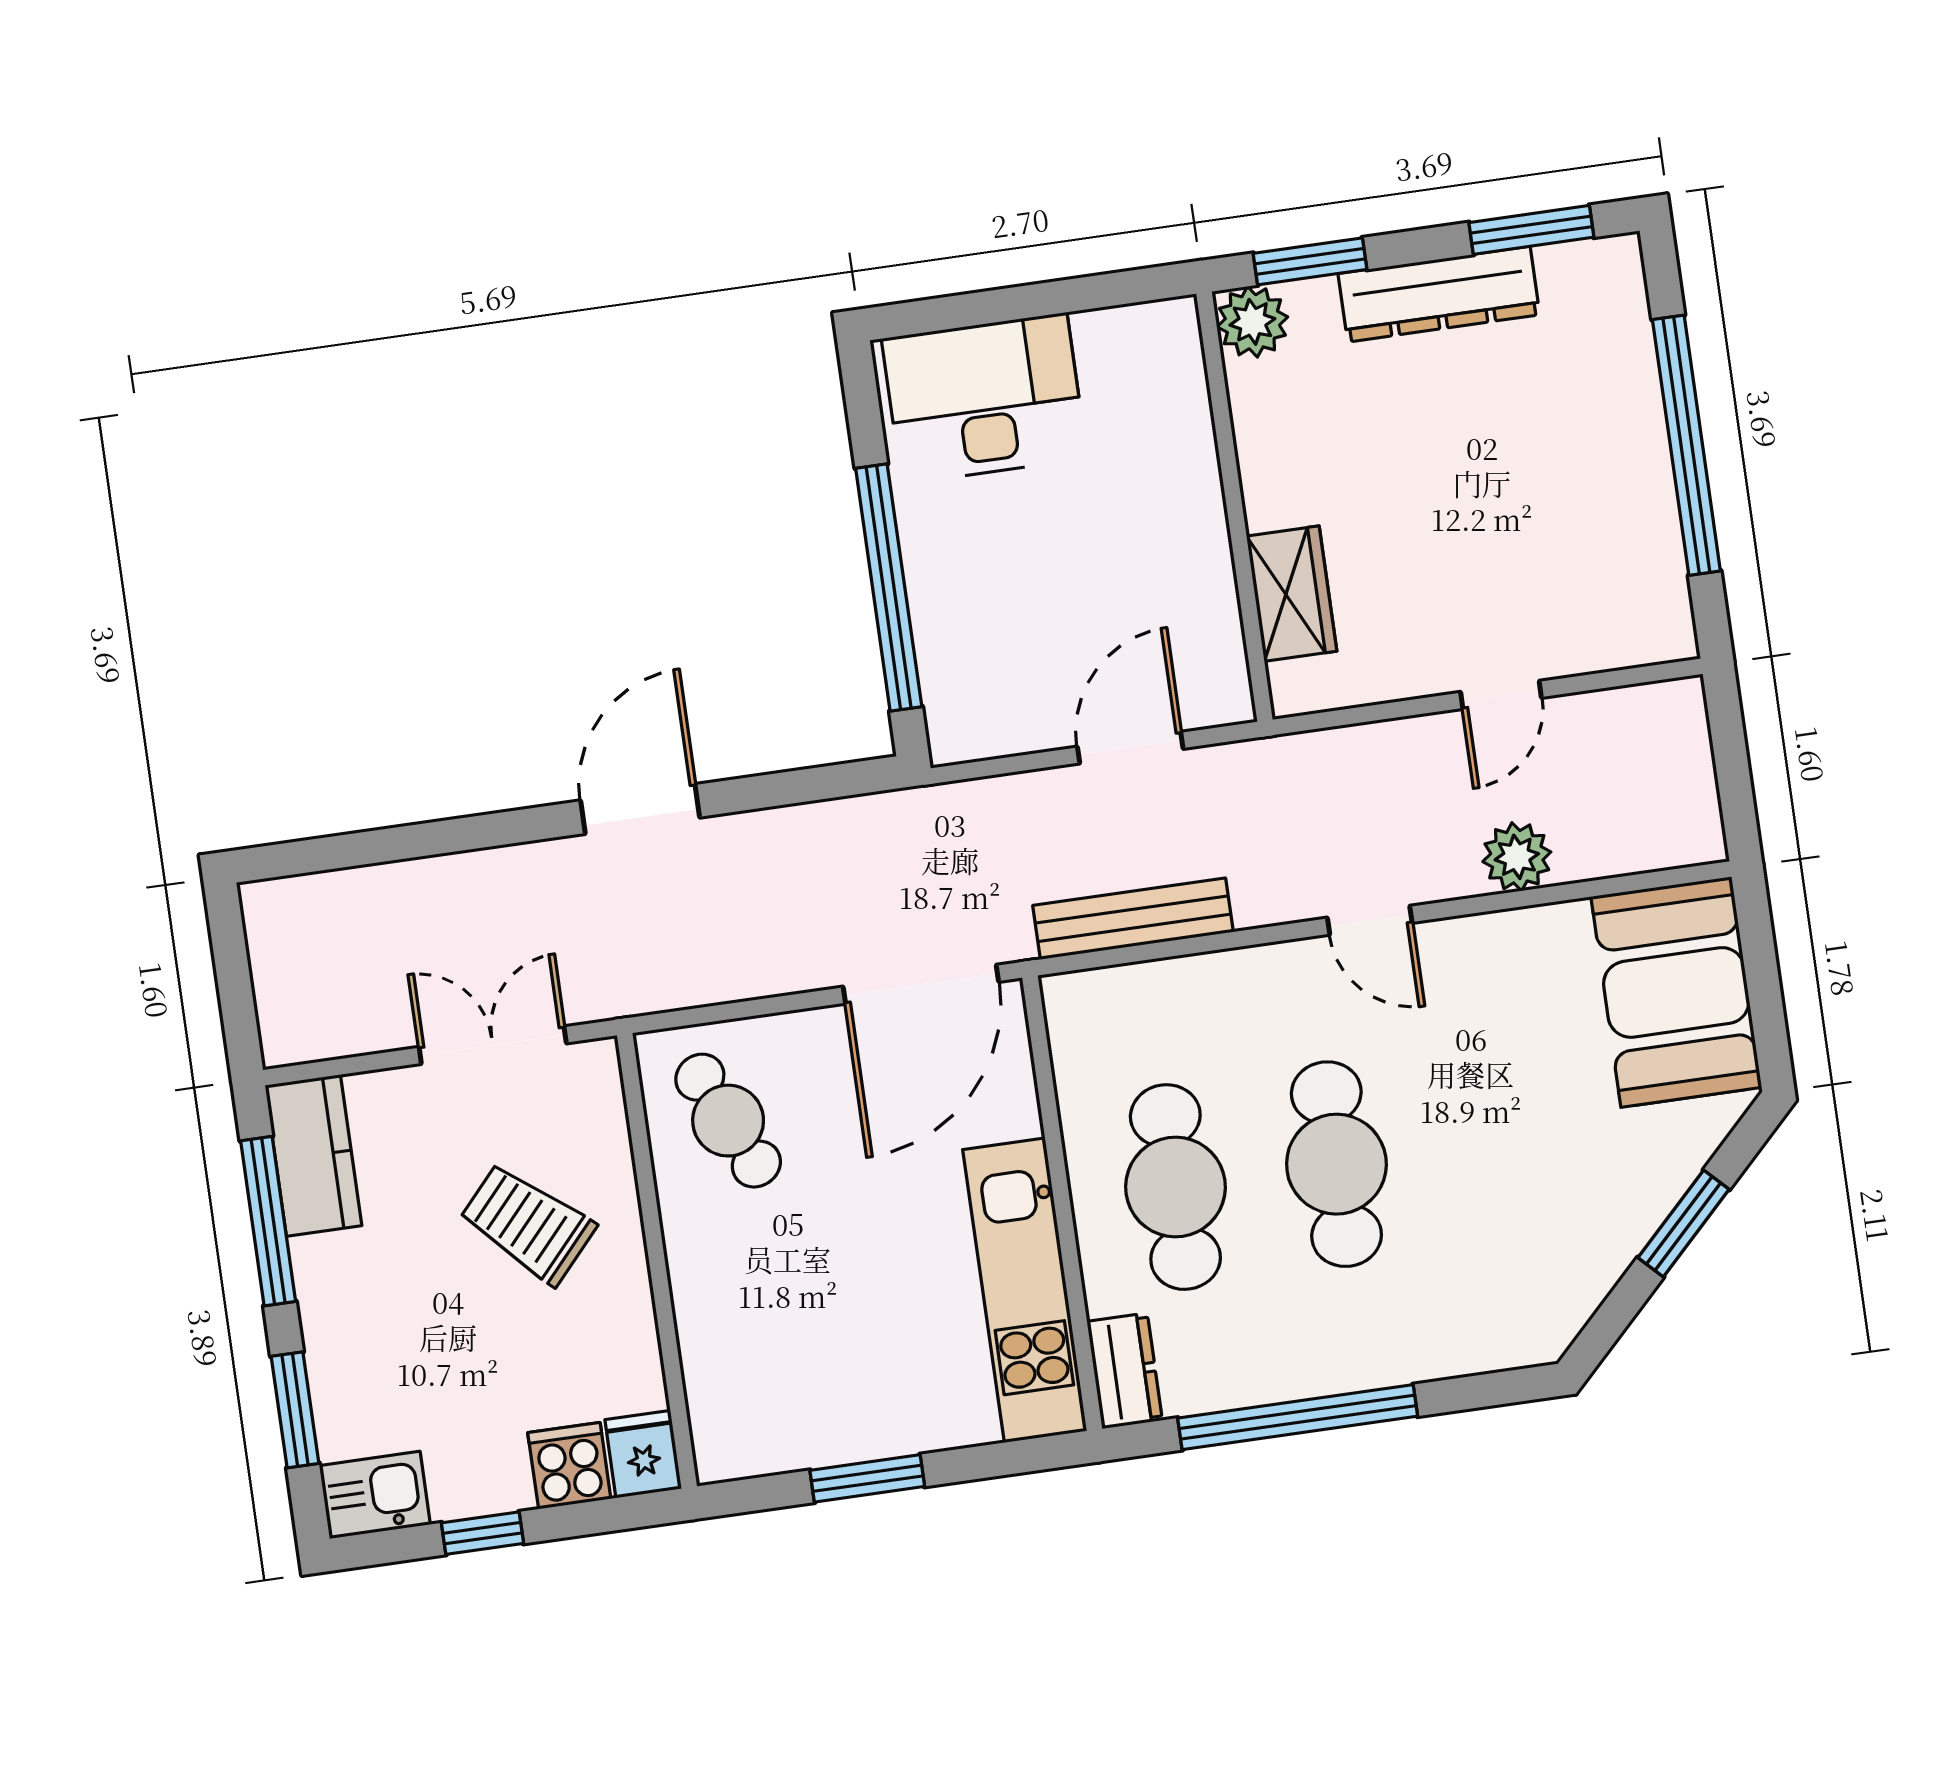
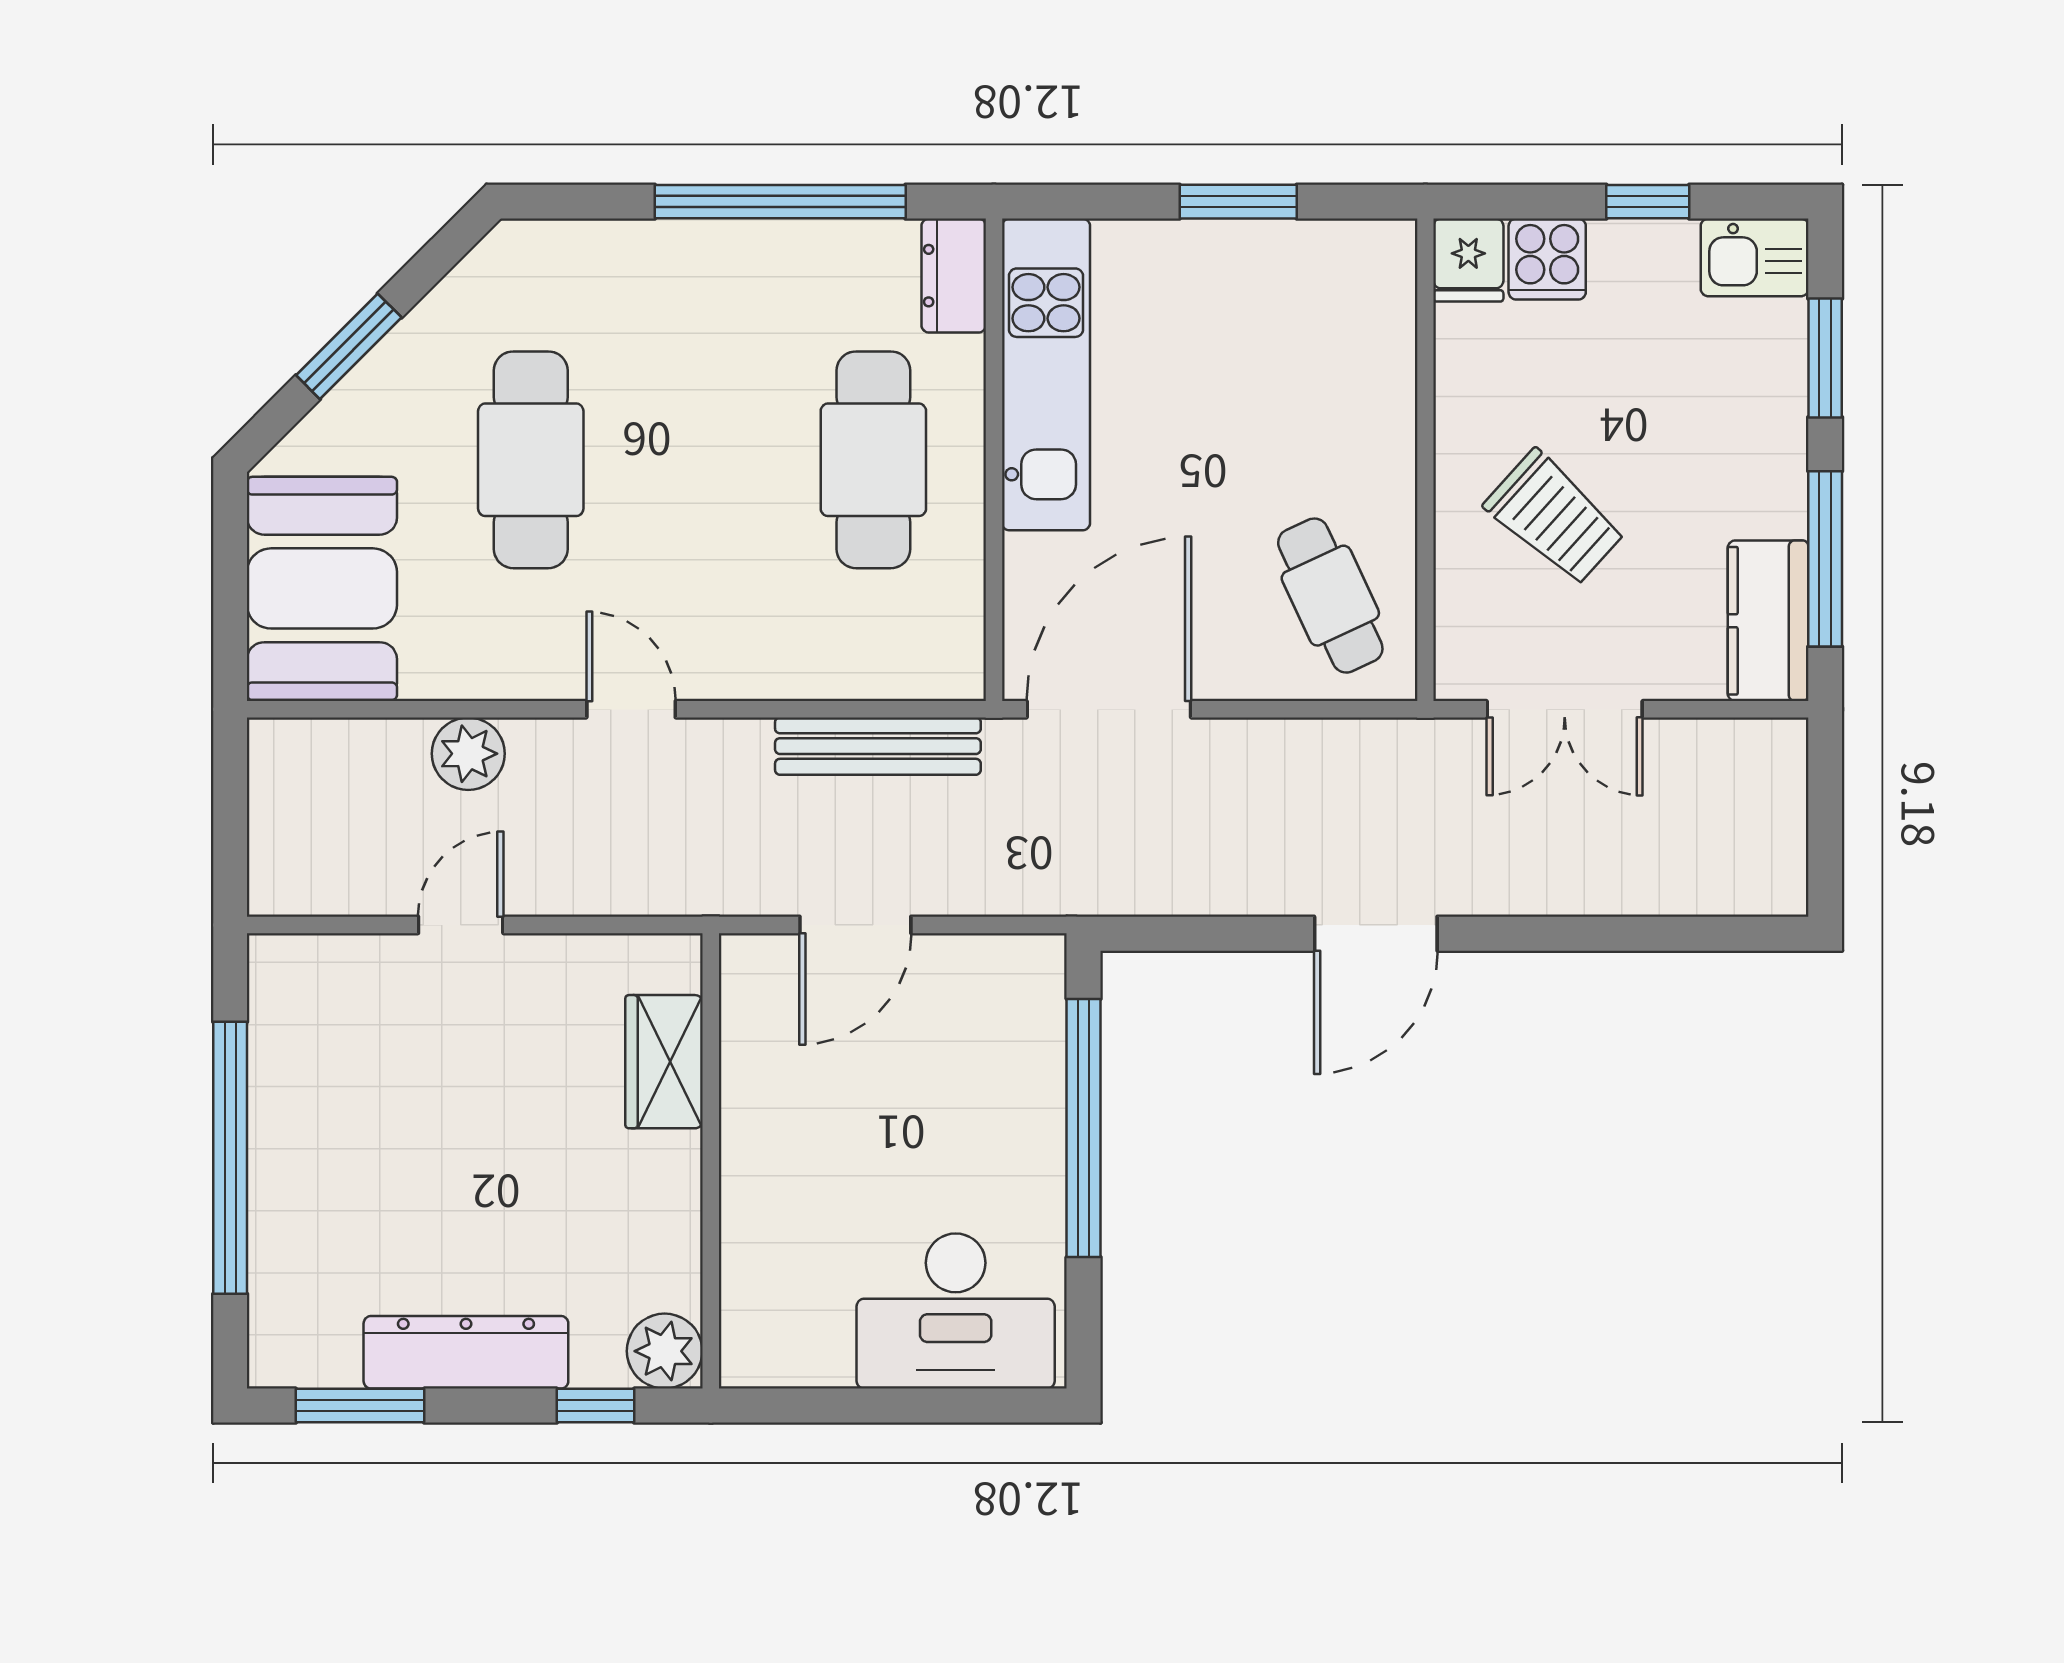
window: (1310, 261) -> (596, 1406), width x0.67
cafe table: (1336, 1164) -> (531, 460), moved

